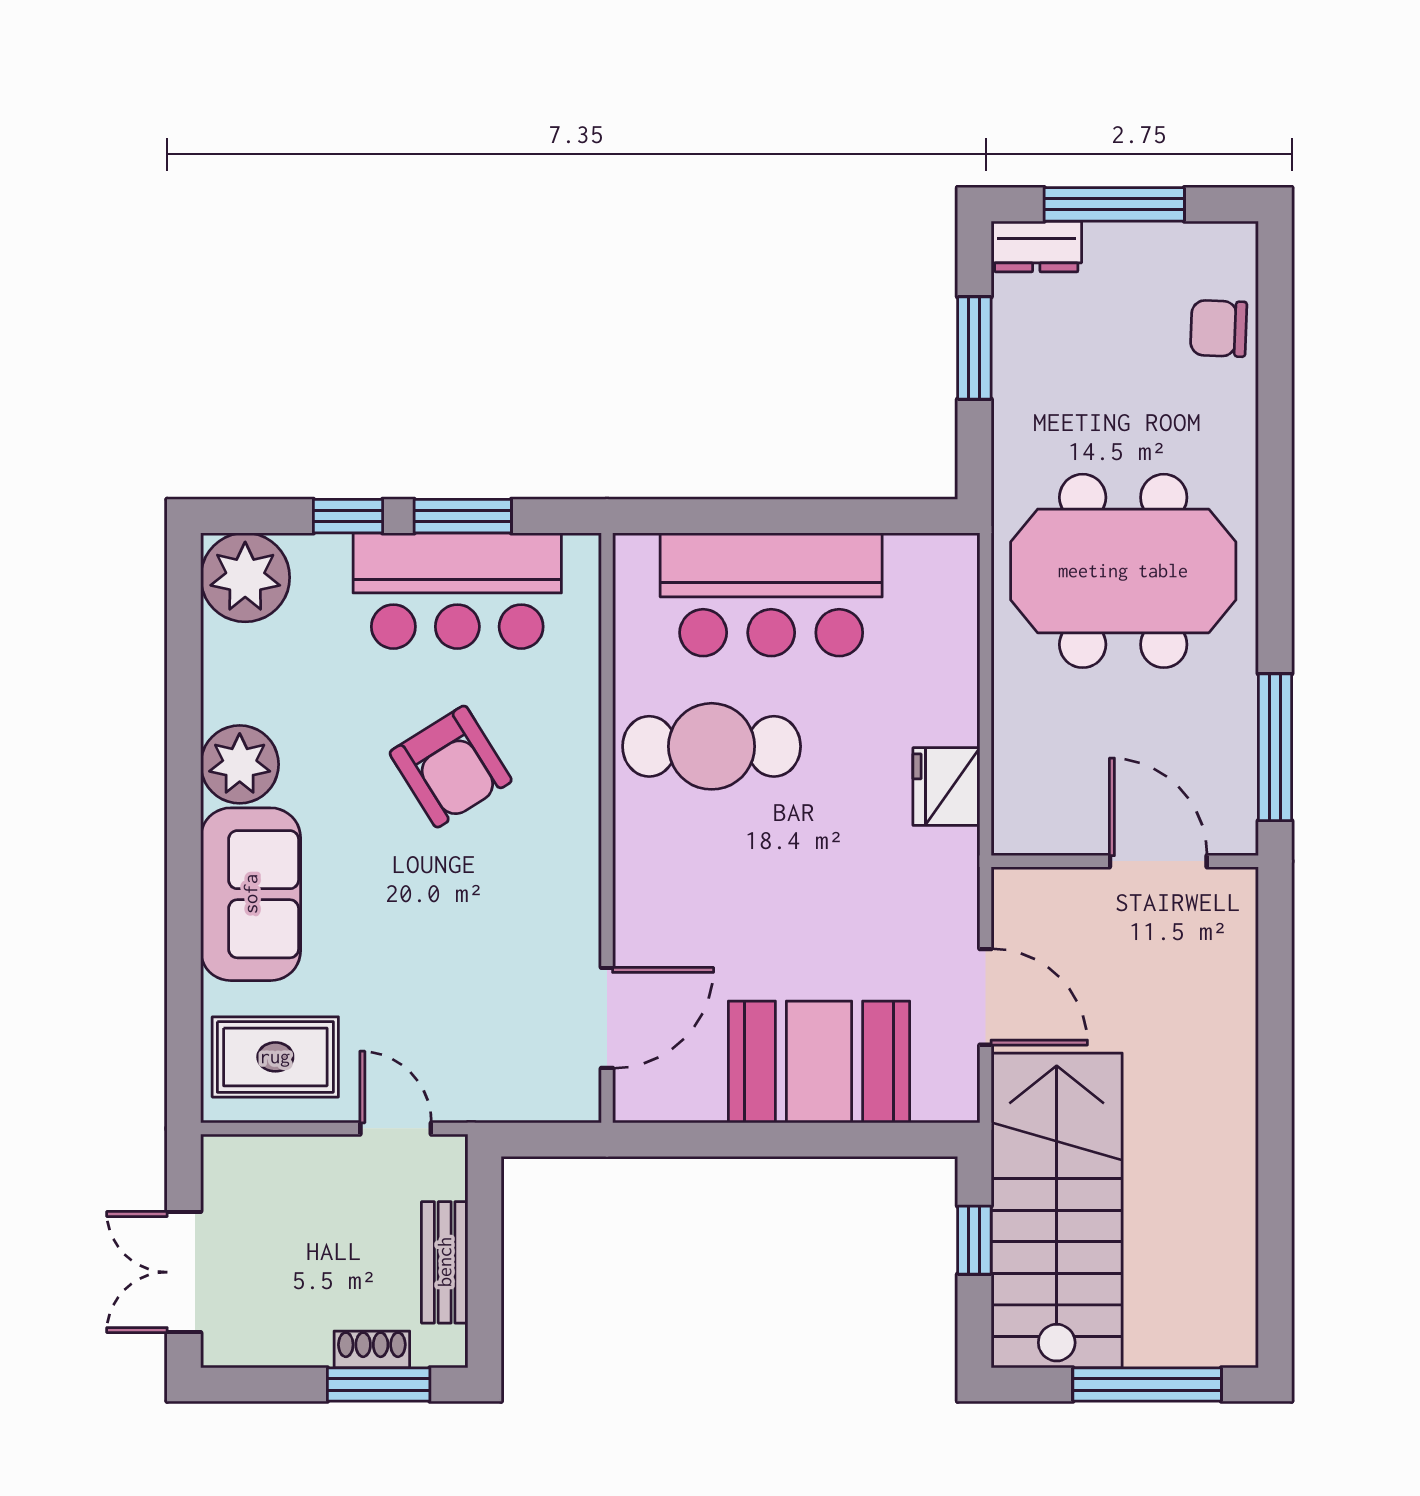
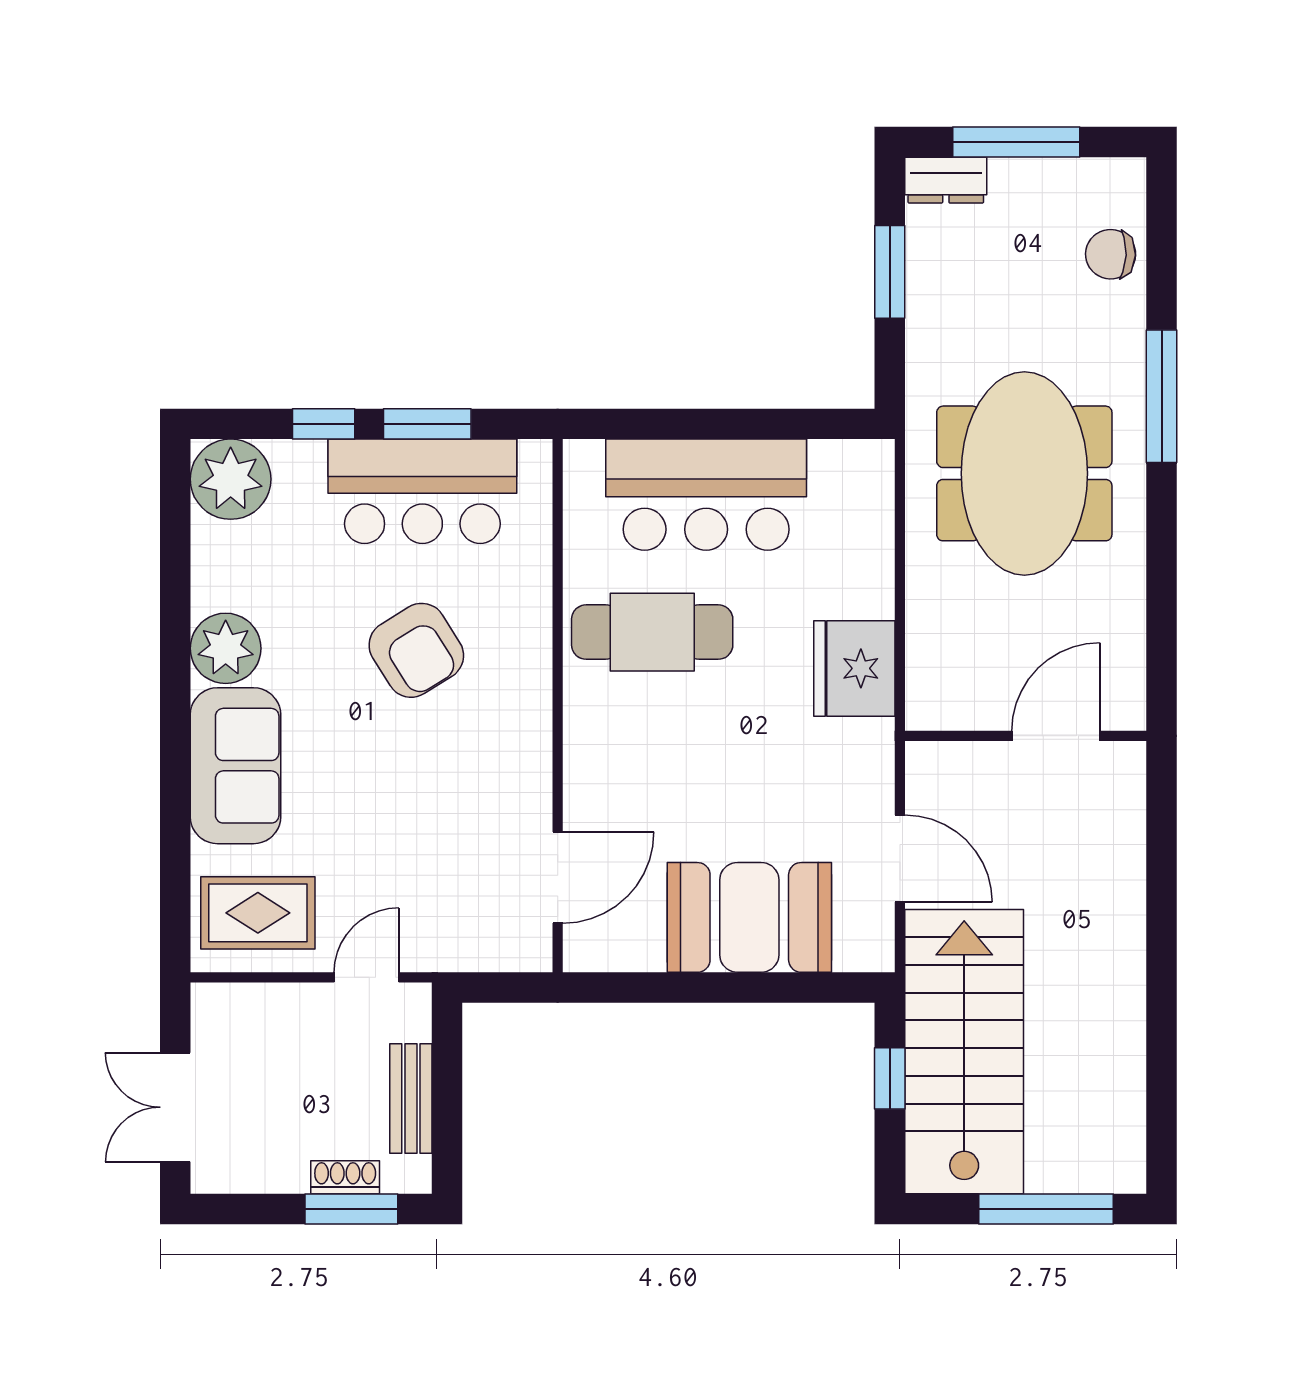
meeting table: (1123, 571) -> (1024, 473), turned 90
window: (1275, 747) -> (1162, 396), moved
fridge: (946, 787) -> (854, 668), width x1.36, depth x1.34
door: (1158, 861) -> (1056, 736), hinge flipped
door: (396, 1128) -> (367, 977), hinge flipped

